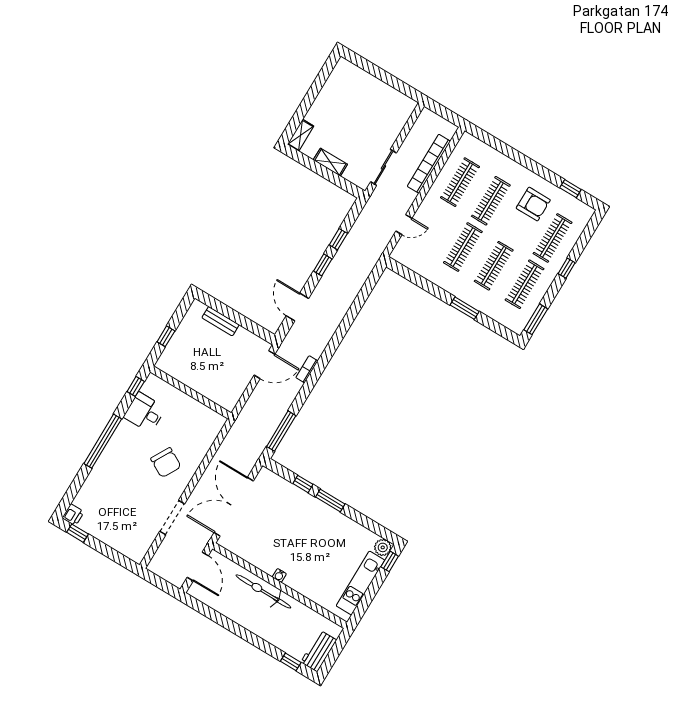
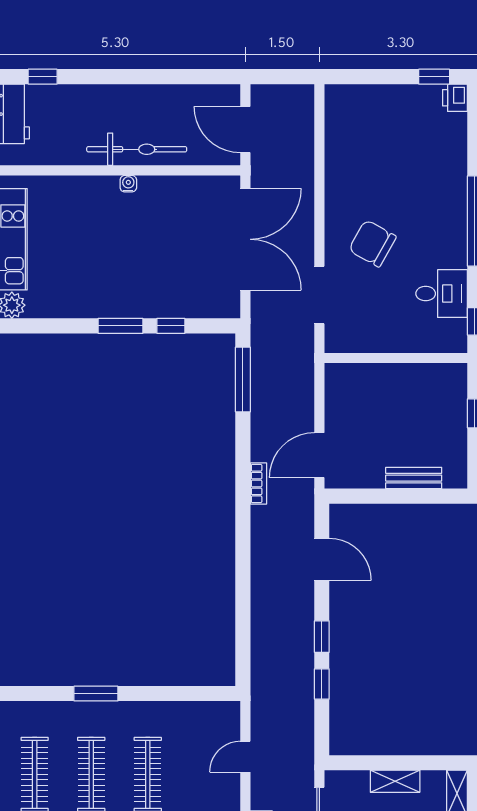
doorway: (172, 518) -> (319, 295), moved

